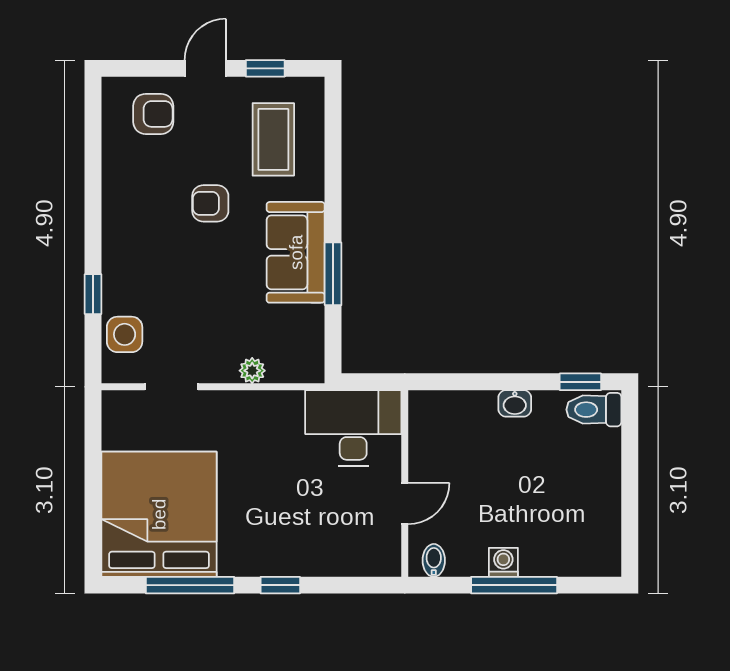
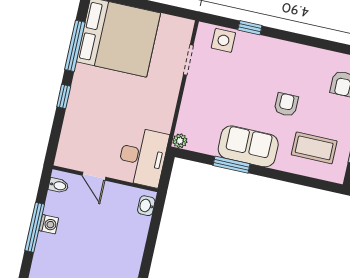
plant: (252, 371) -> (180, 141), moved
washbasin: (515, 403) -> (146, 206), moved

